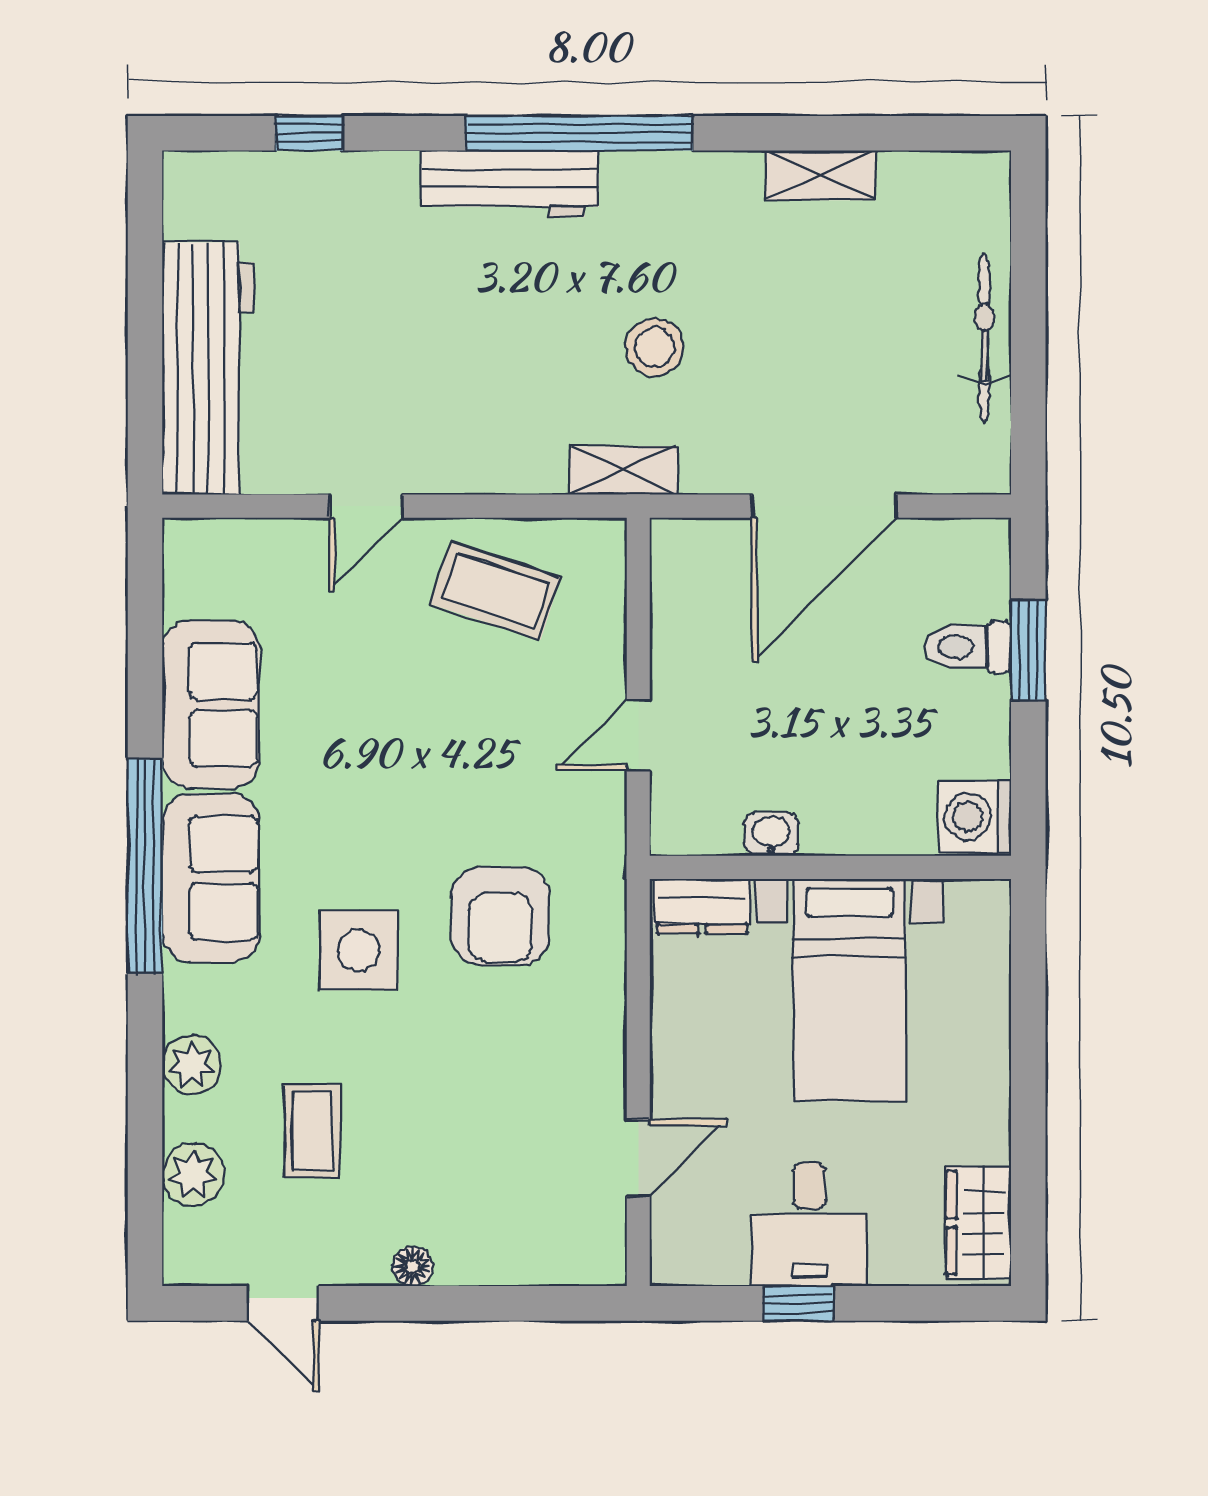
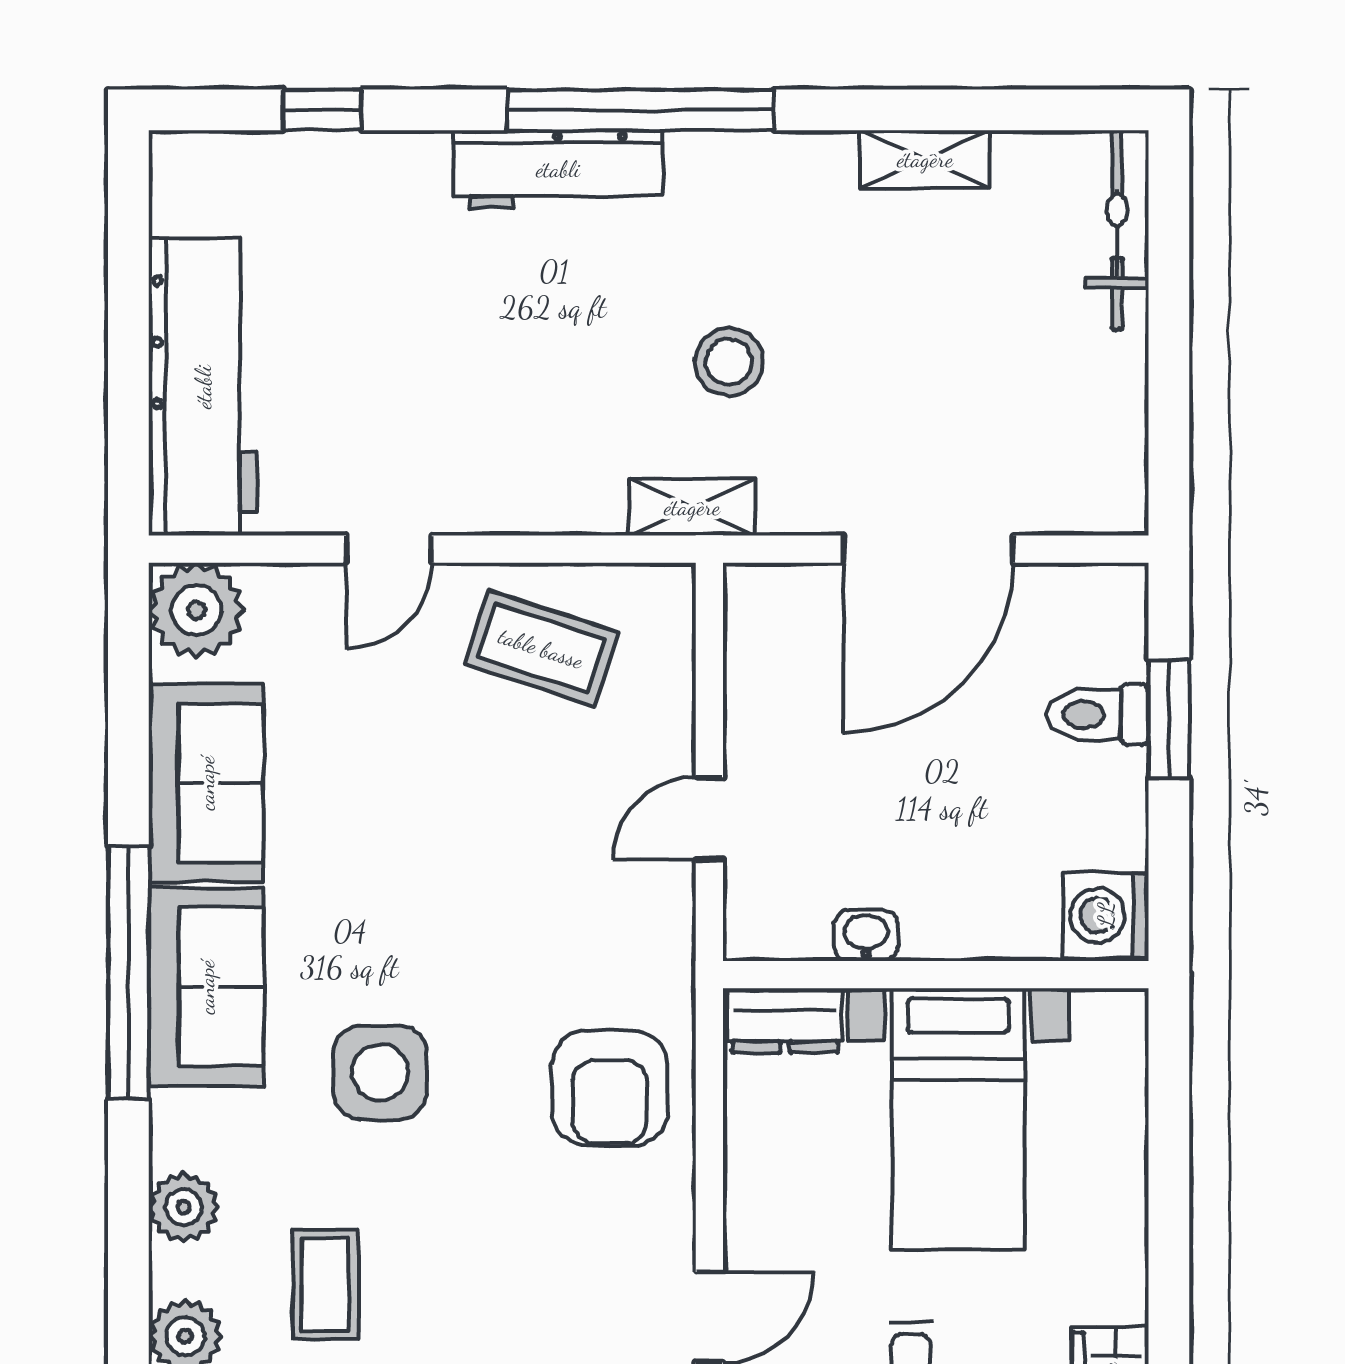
bicycle: (984, 338) -> (1117, 230), moved
plant: (203, 558) -> (196, 610), added
armchair: (500, 916) -> (610, 1088), moved

